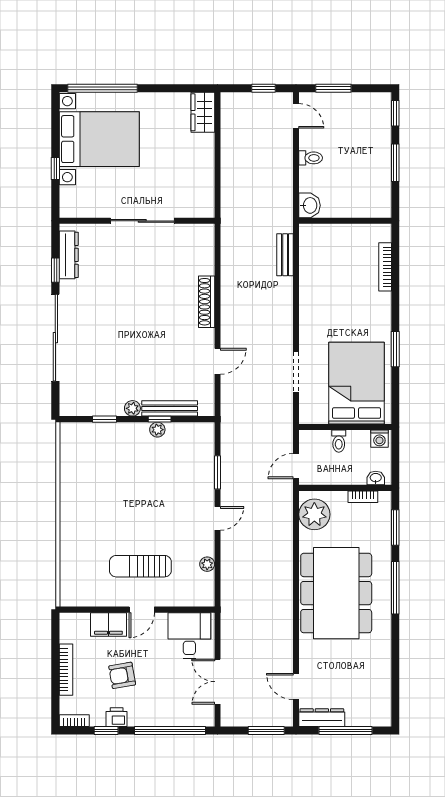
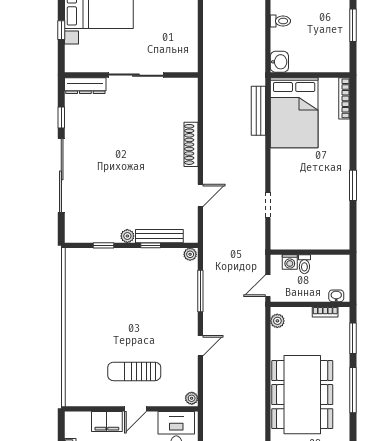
dresser: (69, 255) -> (85, 86), moved, turned 90
bench: (285, 255) -> (258, 111), width x1.36
bookcase: (385, 267) -> (344, 98), moved
doorway: (296, 372) -> (268, 205), width x0.73
bed: (356, 383) -> (294, 113), moved, turned 180
plant: (157, 430) -> (190, 254), moved
washing machine: (379, 439) -> (290, 262), moved
window: (217, 472) -> (200, 291), width x1.44
plant: (314, 514) -> (277, 321), width x0.53, depth x0.53
door: (217, 518) -> (200, 346), moved
plant: (207, 564) -> (192, 398), moved

